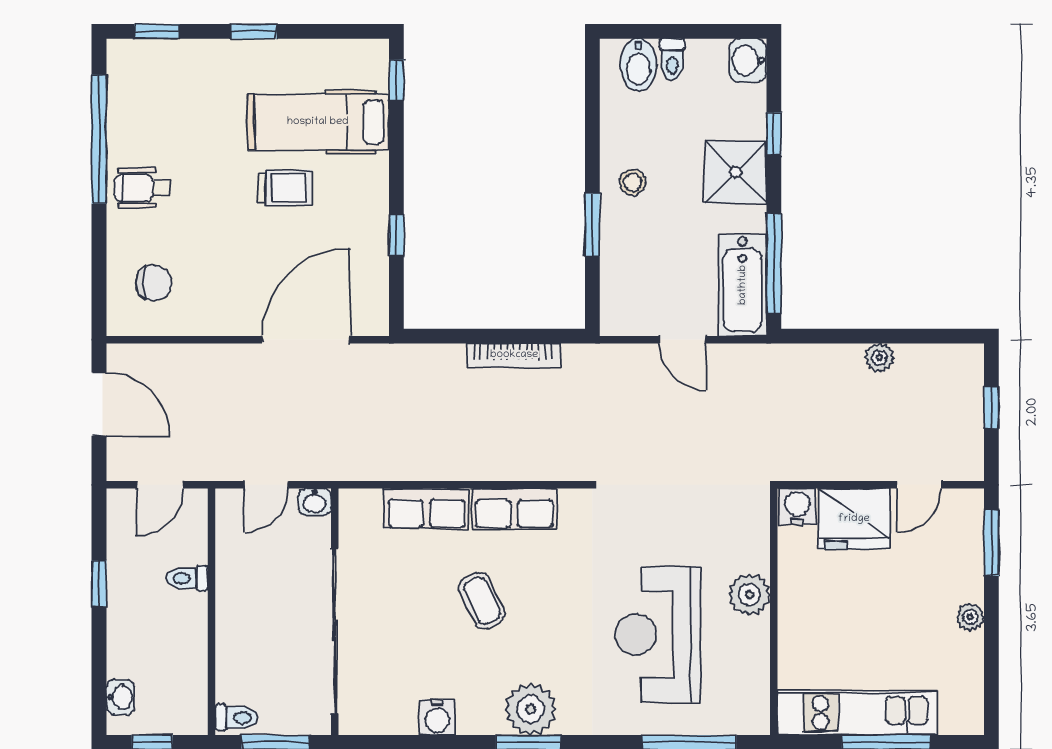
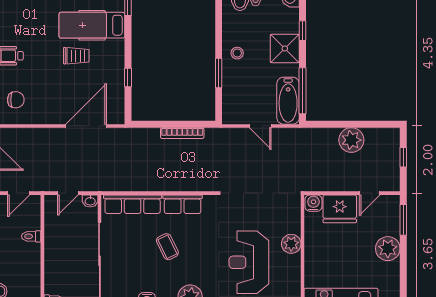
plant: (879, 358) -> (351, 140), width x1.88, depth x1.88
row of seats: (427, 509) -> (133, 204), width x1.48
plant: (970, 617) -> (388, 249), width x1.88, depth x1.88

